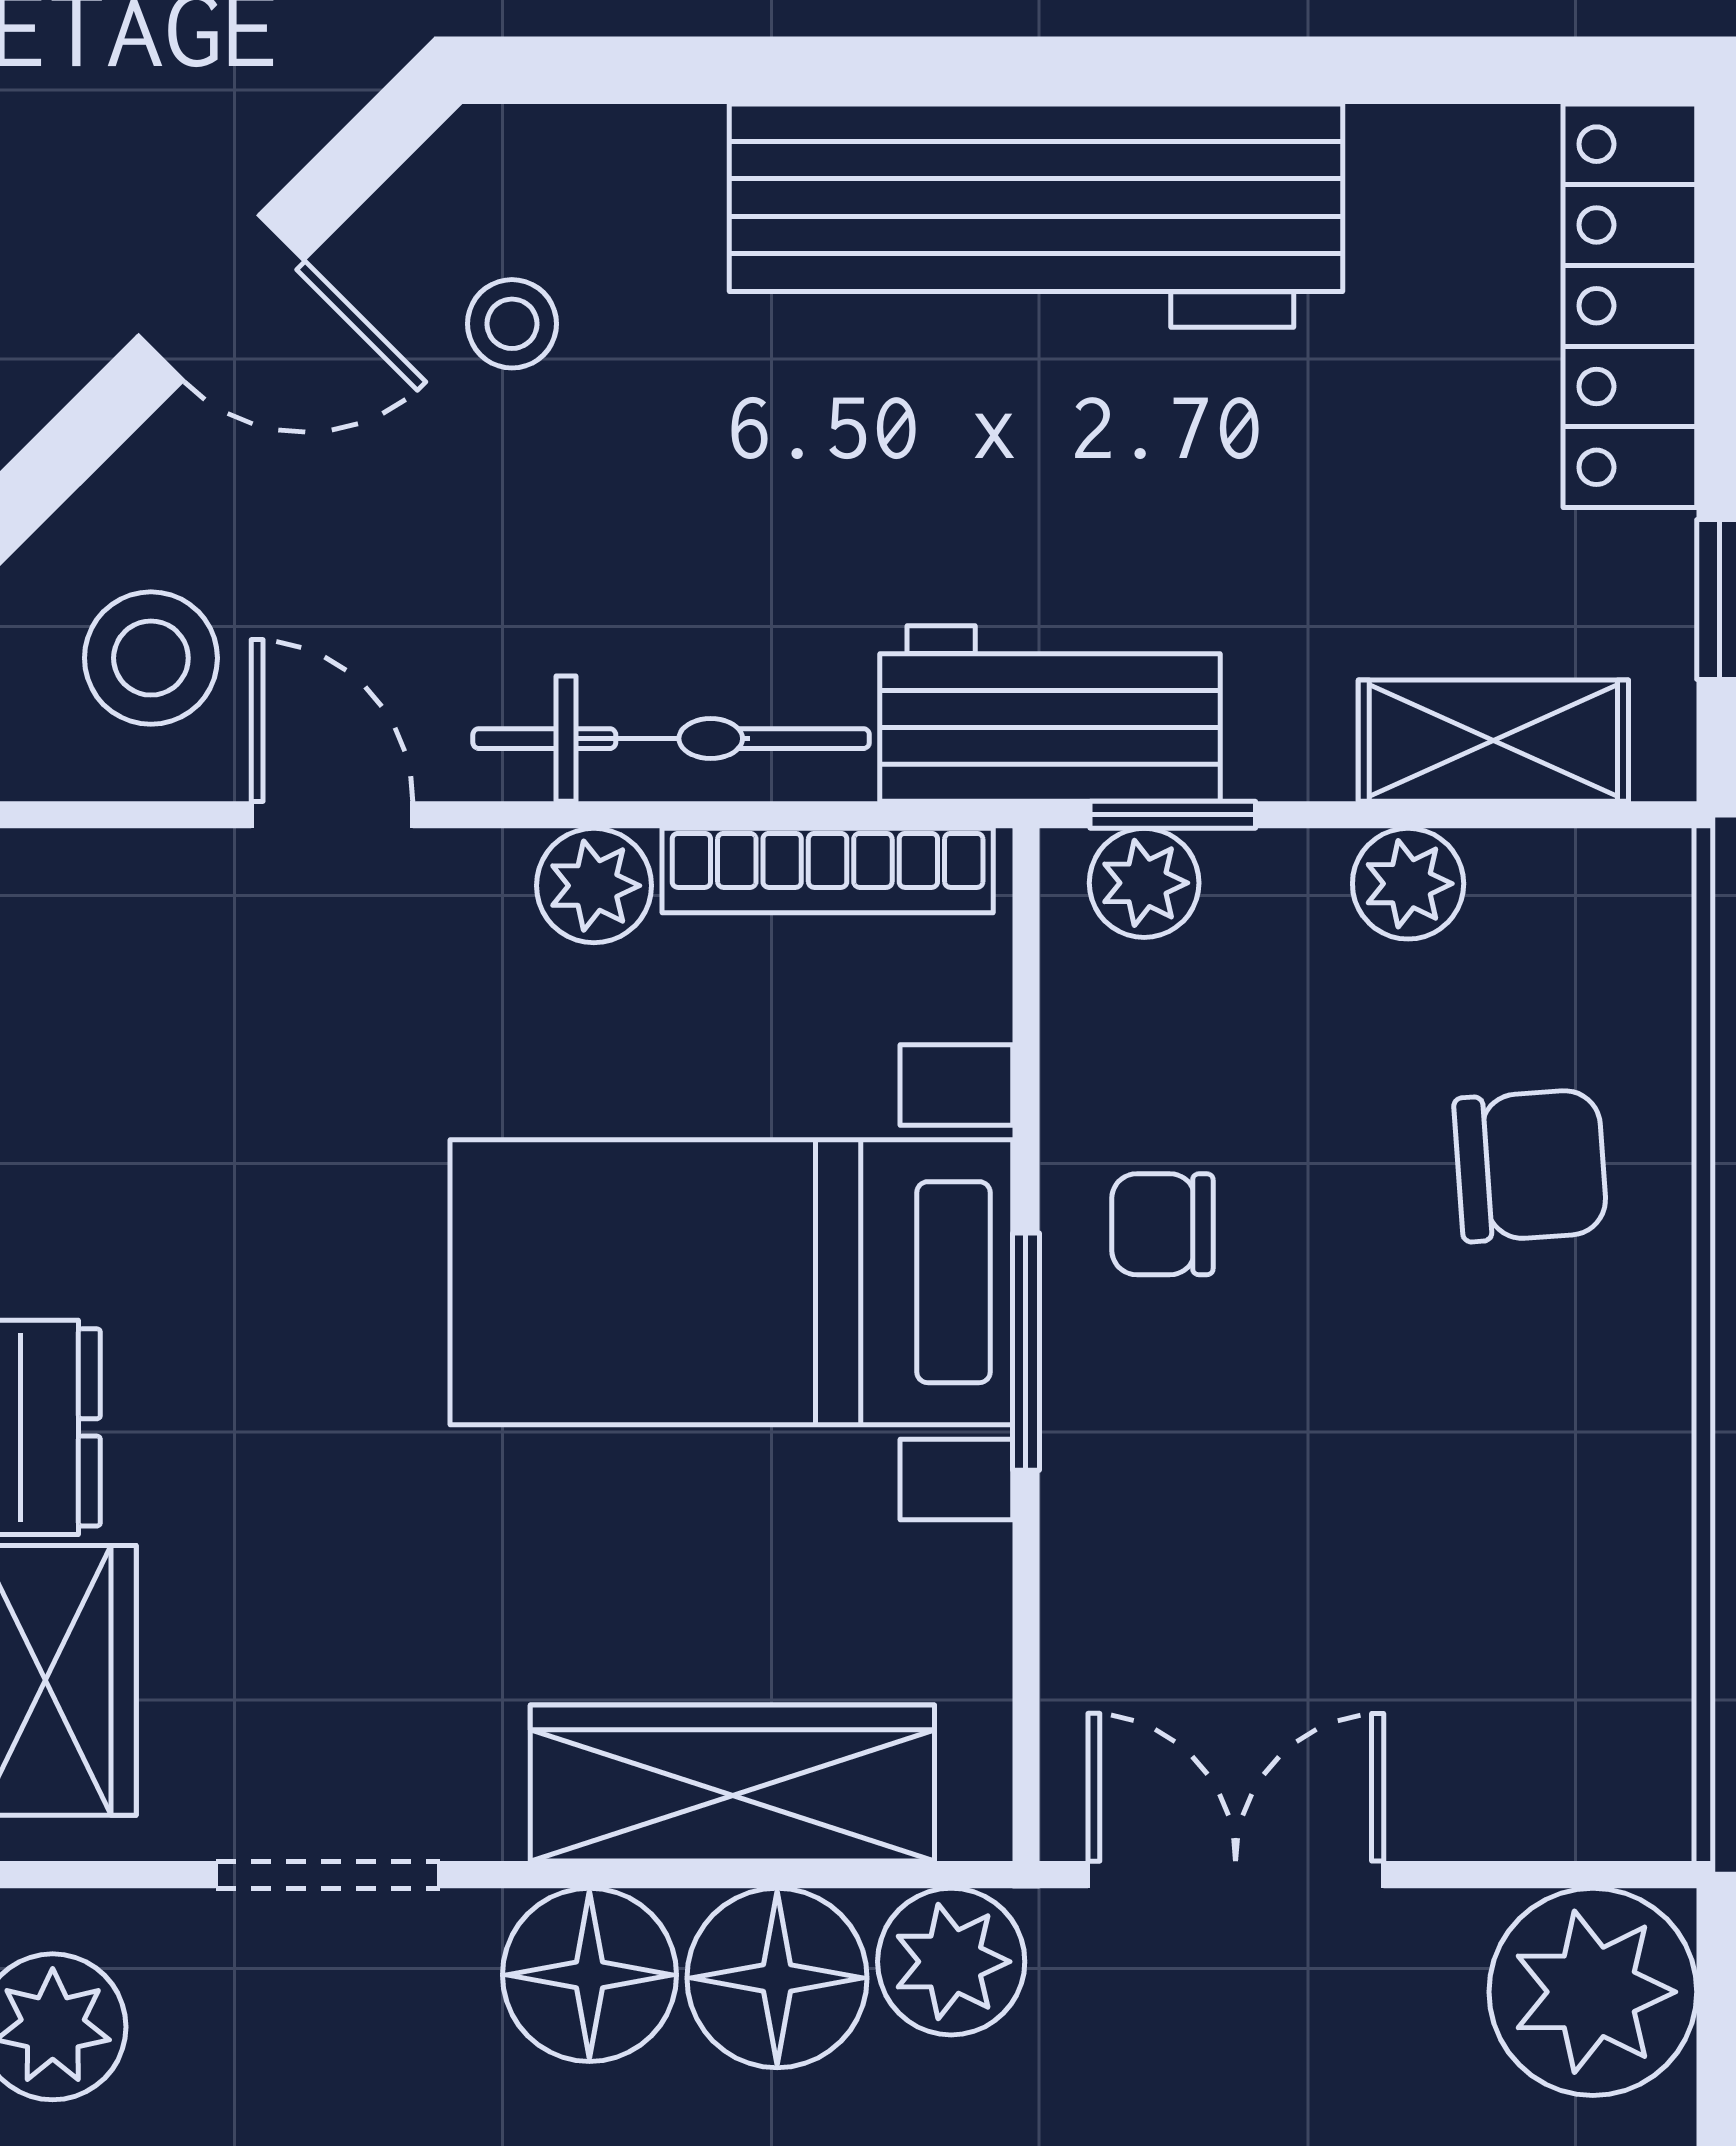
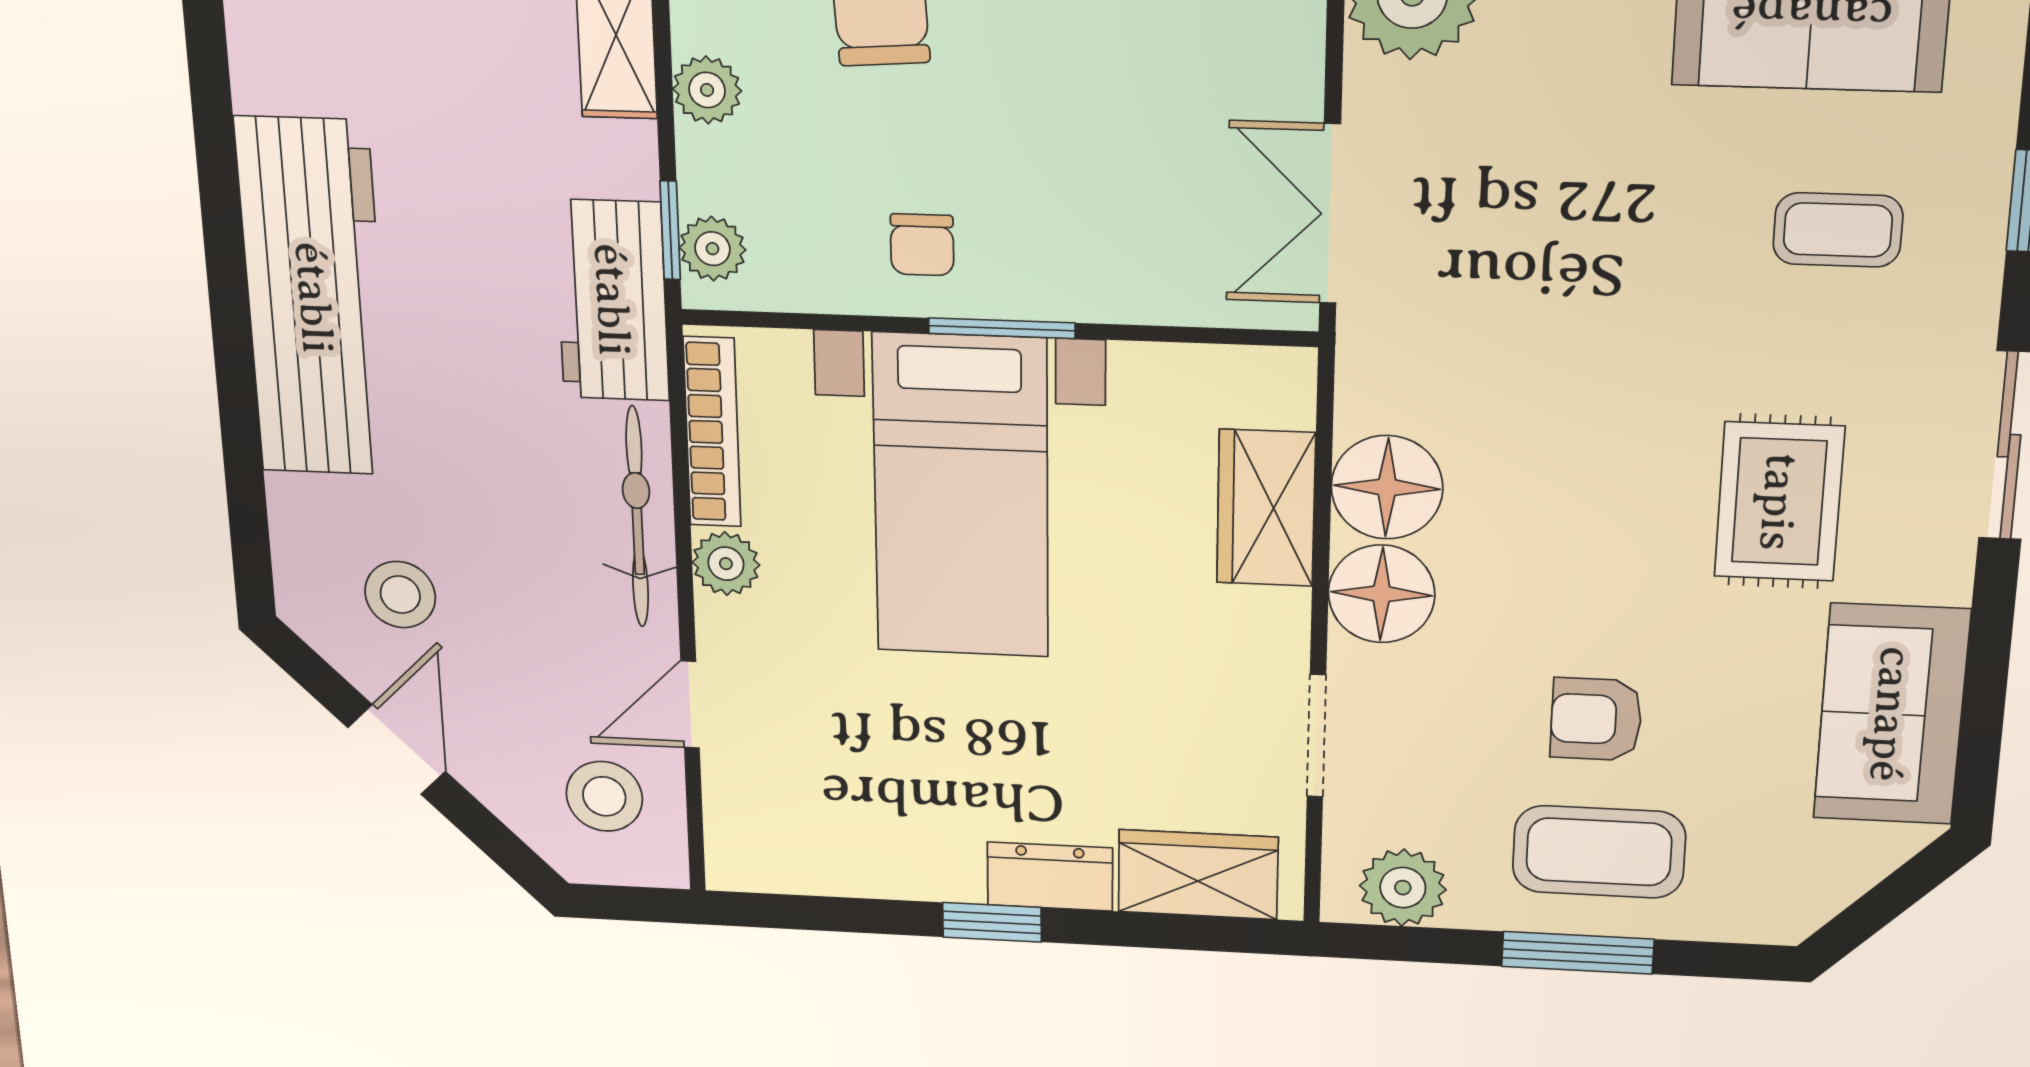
stool: (512, 324) -> (400, 595), width x1.37, depth x1.37
wardrobe: (732, 1783) -> (1266, 508), width x0.67
plant: (951, 1962) -> (1380, 386), removed

